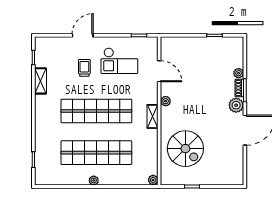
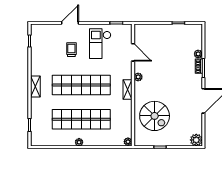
checkout: (119, 61) -> (100, 44), turned 90
shelving: (41, 81) -> (35, 87), moved
plant: (236, 105) -> (196, 140), moved

